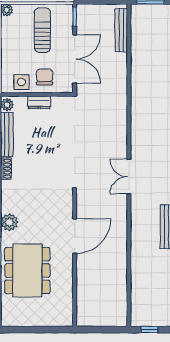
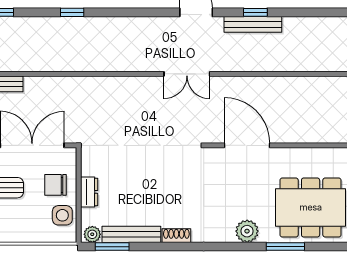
door: (75, 236) -> (247, 145), moved

